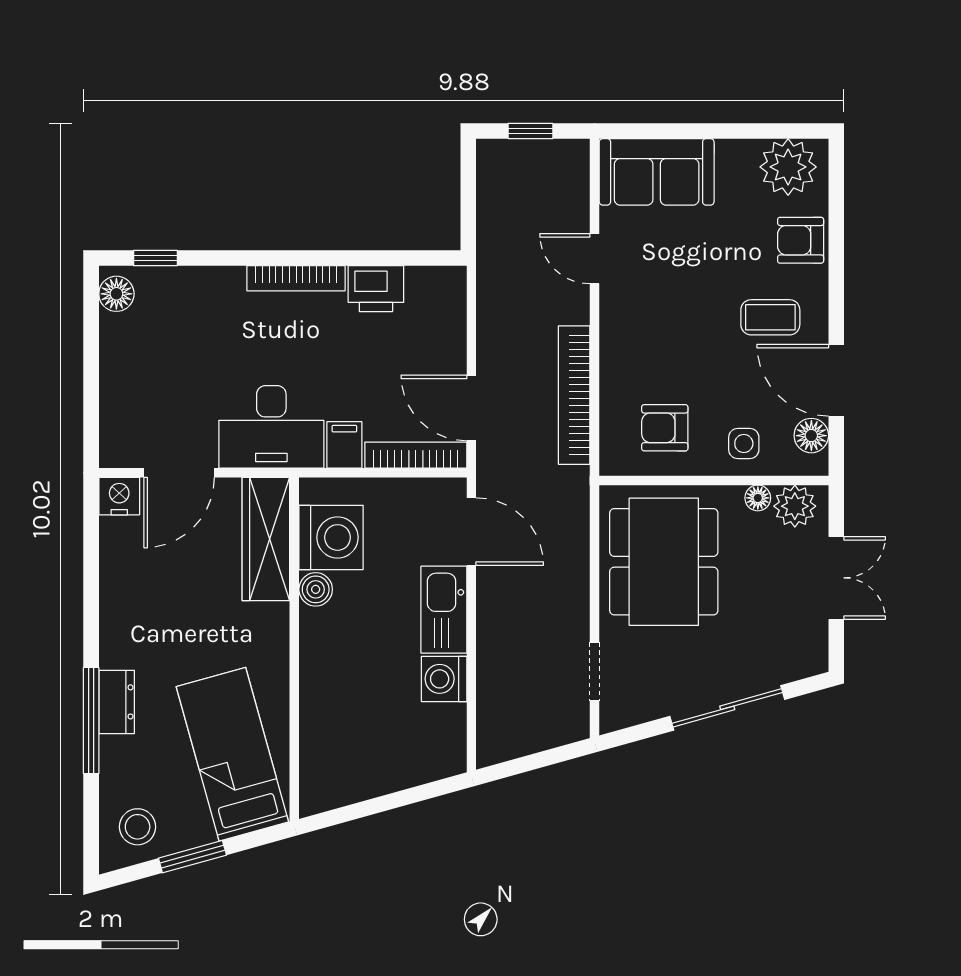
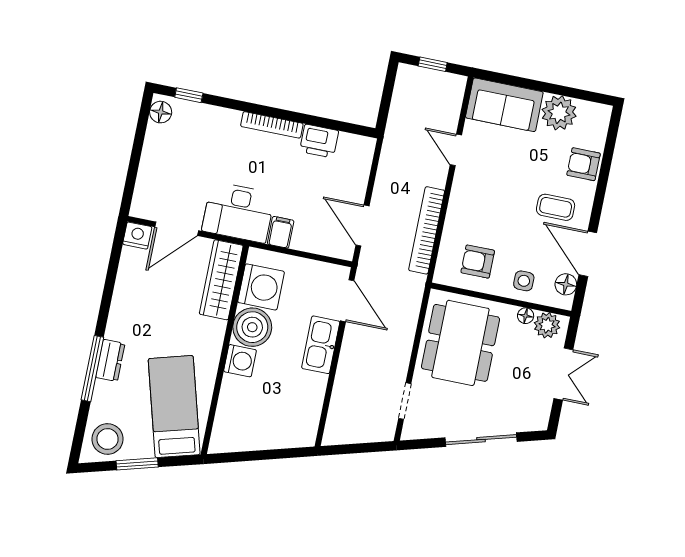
plant: (788, 167) -> (559, 113), moved
bookcase: (416, 455) -> (323, 247), removed
boiler: (316, 589) -> (252, 327), width x1.86, depth x1.86
washing machine: (444, 679) -> (240, 361), moved, turned 180
stool: (138, 827) -> (107, 439), width x1.38, depth x1.38

